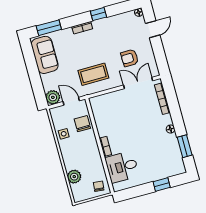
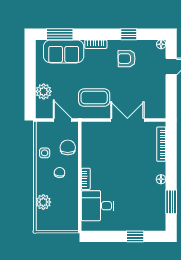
window: (98, 14) -> (129, 34), moved
sofa: (45, 55) -> (64, 51), moved, turned 90
armchair: (130, 58) -> (127, 59), moved
double door: (138, 83) -> (127, 120), moved
plant: (53, 97) -> (44, 91), moved
chair: (99, 186) -> (59, 173), moved

